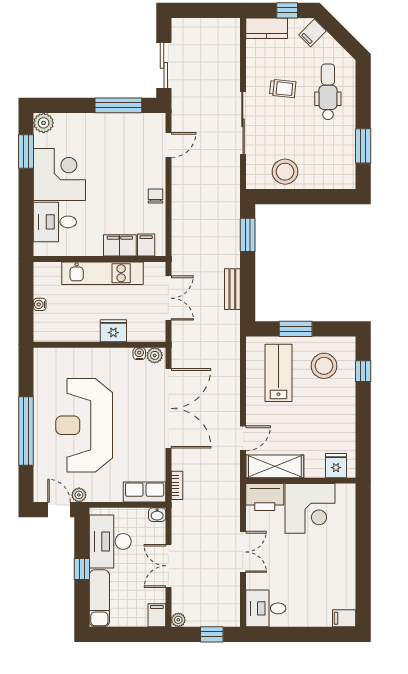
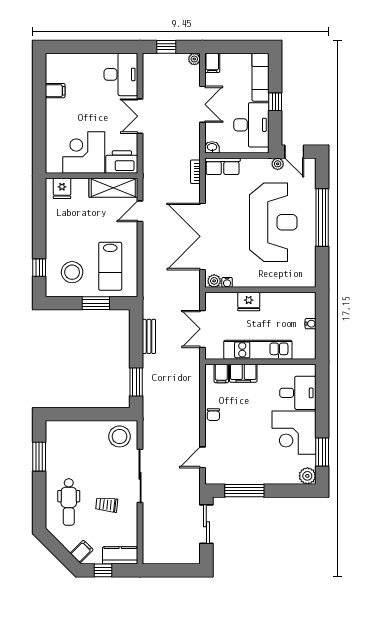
stool: (285, 172) -> (120, 436), moved
desk: (266, 608) -> (121, 74), width x1.37
filing cabinet: (344, 618) -> (55, 91), moved

